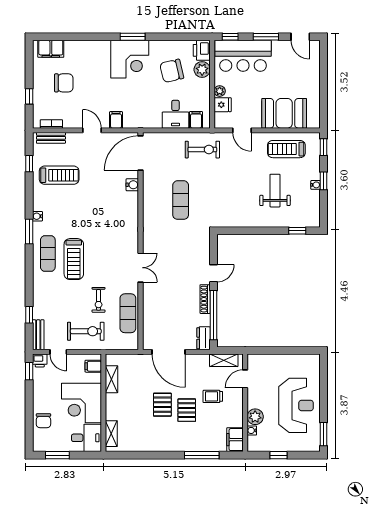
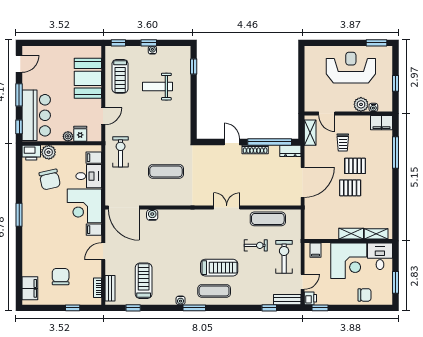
corner desk: (130, 59) -> (84, 206), moved, turned 180
shelving: (112, 379) -> (351, 234), moved

